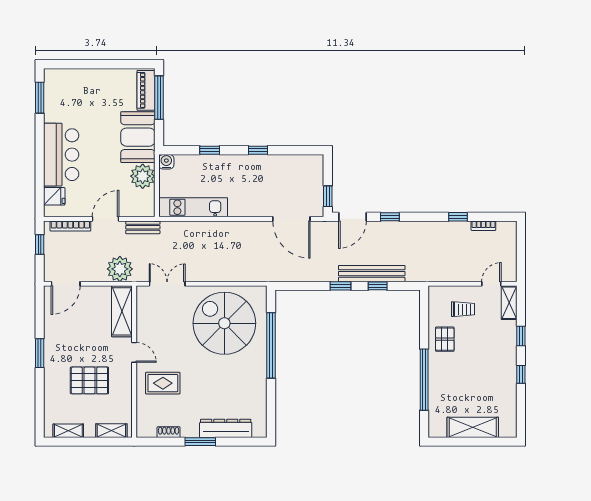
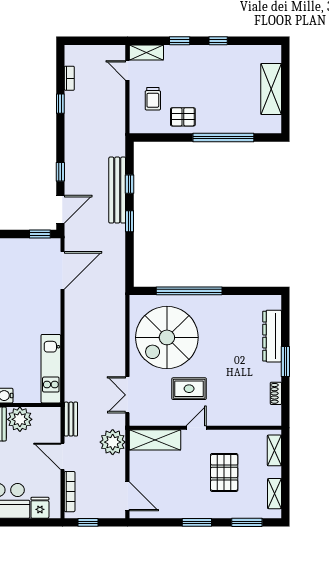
door: (352, 217) -> (60, 209), hinge flipped
trolley: (463, 309) -> (153, 99), turned 180
rug: (163, 383) -> (189, 389), moved, turned 90
window: (40, 403) -> (247, 522), added

